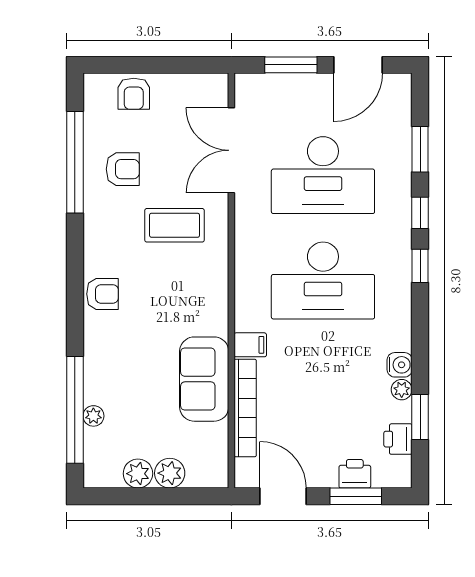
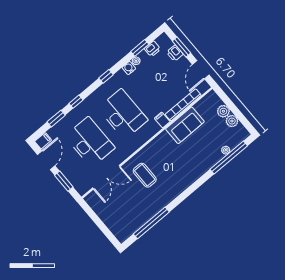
door: (358, 65) -> (46, 160), hinge flipped
filing cabinet: (399, 90) -> (43, 141), added
armchair: (134, 94) -> (114, 223), removed
armchair: (123, 169) -> (141, 206), removed
window: (420, 266) -> (106, 76), moved
armchair: (103, 294) -> (185, 180), removed

